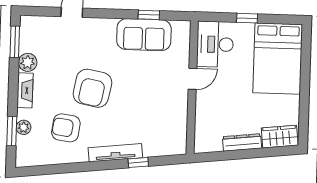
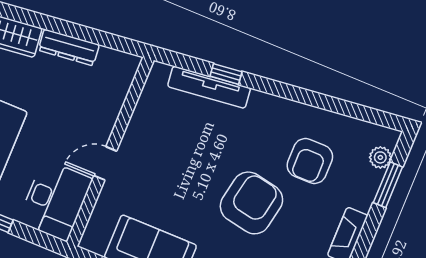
plant: (24, 127) -> (380, 157), moved
armchair: (66, 128) -> (310, 161), turned 82
tv unit: (115, 153) -> (209, 87), moved

